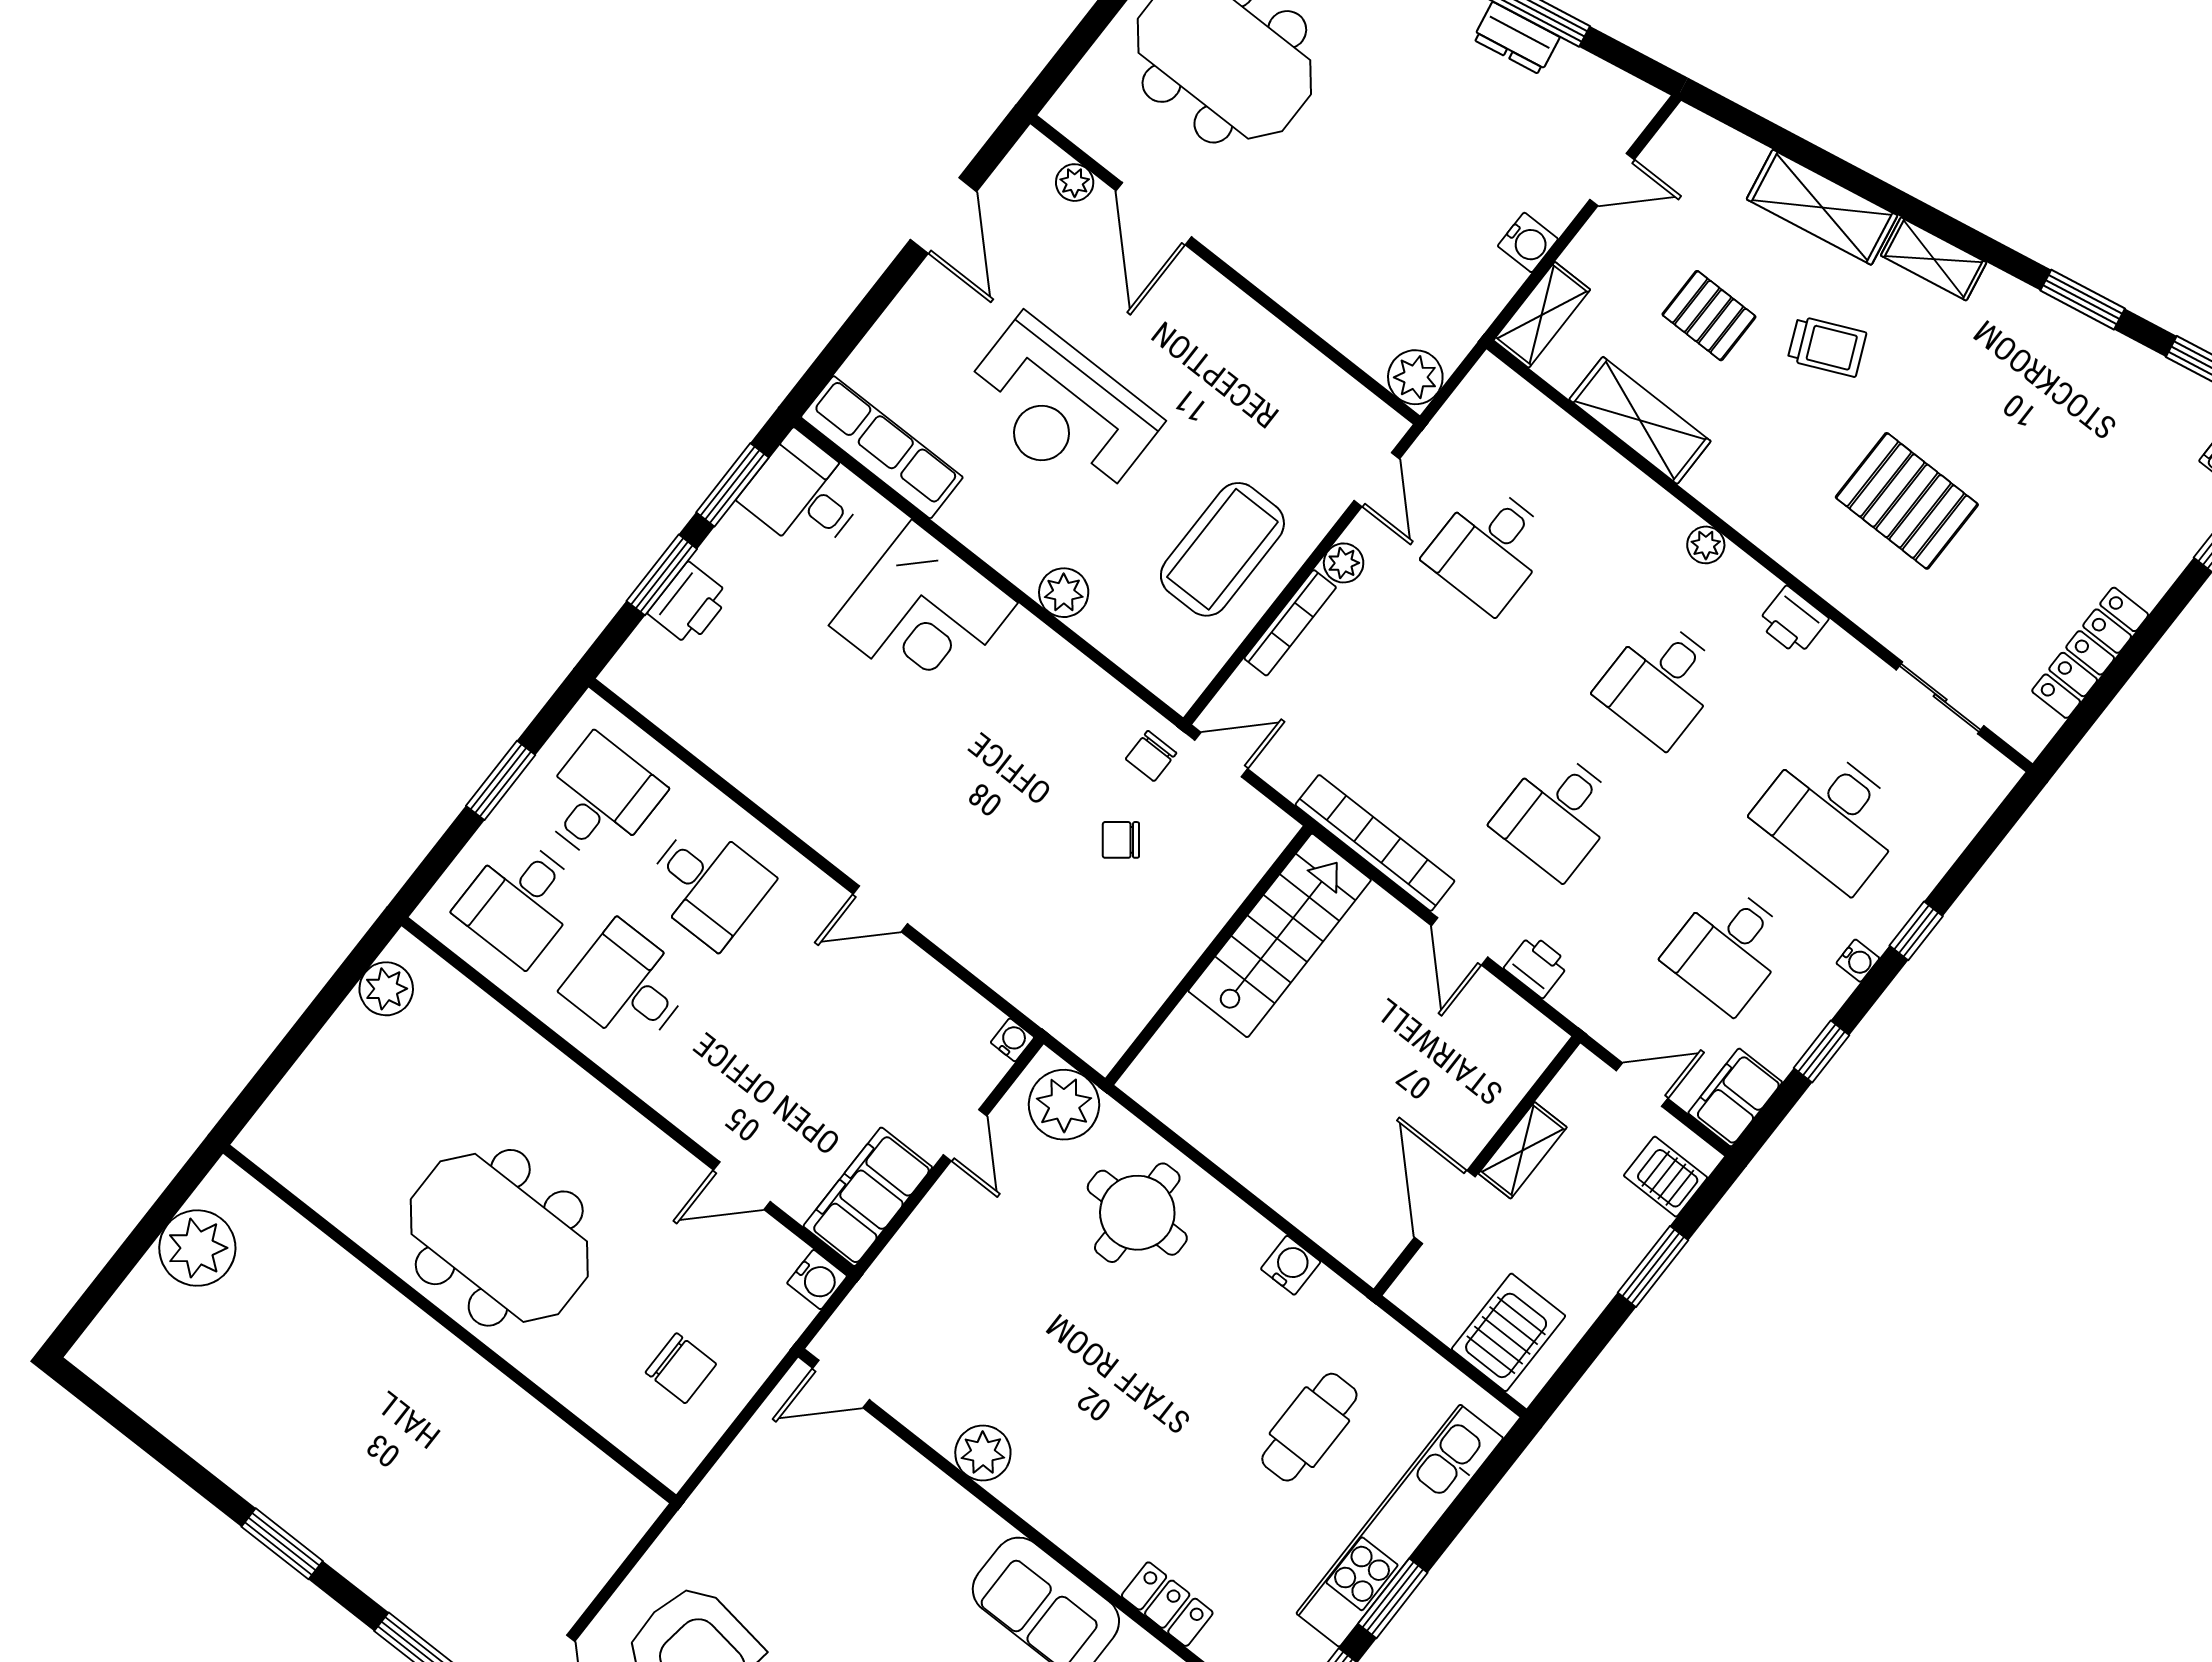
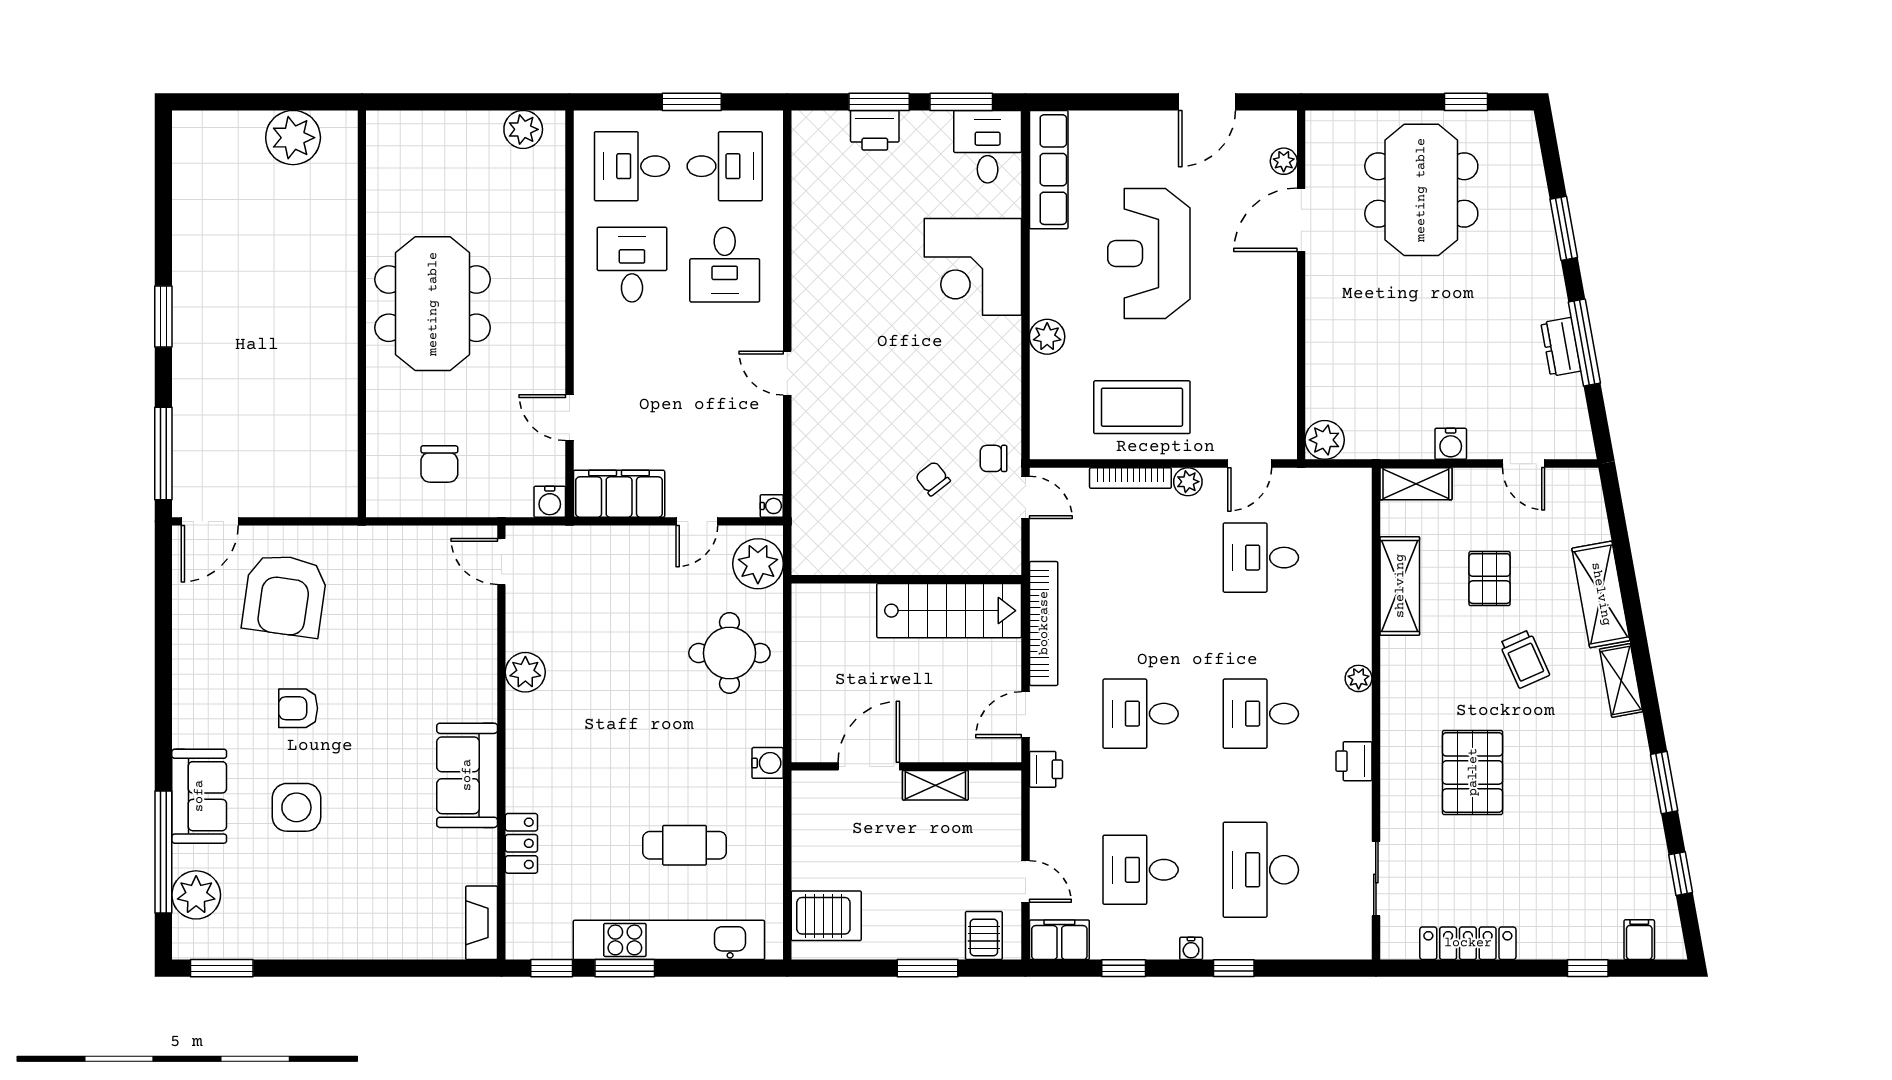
shelving: (1523, 1150) -> (935, 785), moved
wall: (1477, 1166) -> (906, 766), moved
door: (1445, 1207) -> (869, 766), moved

